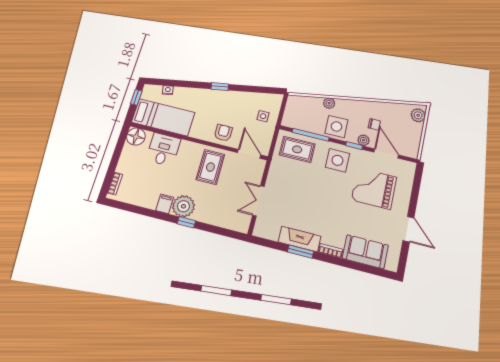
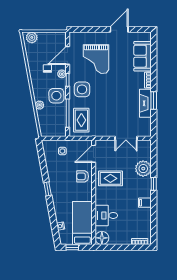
plant: (183, 206) -> (143, 169), moved

